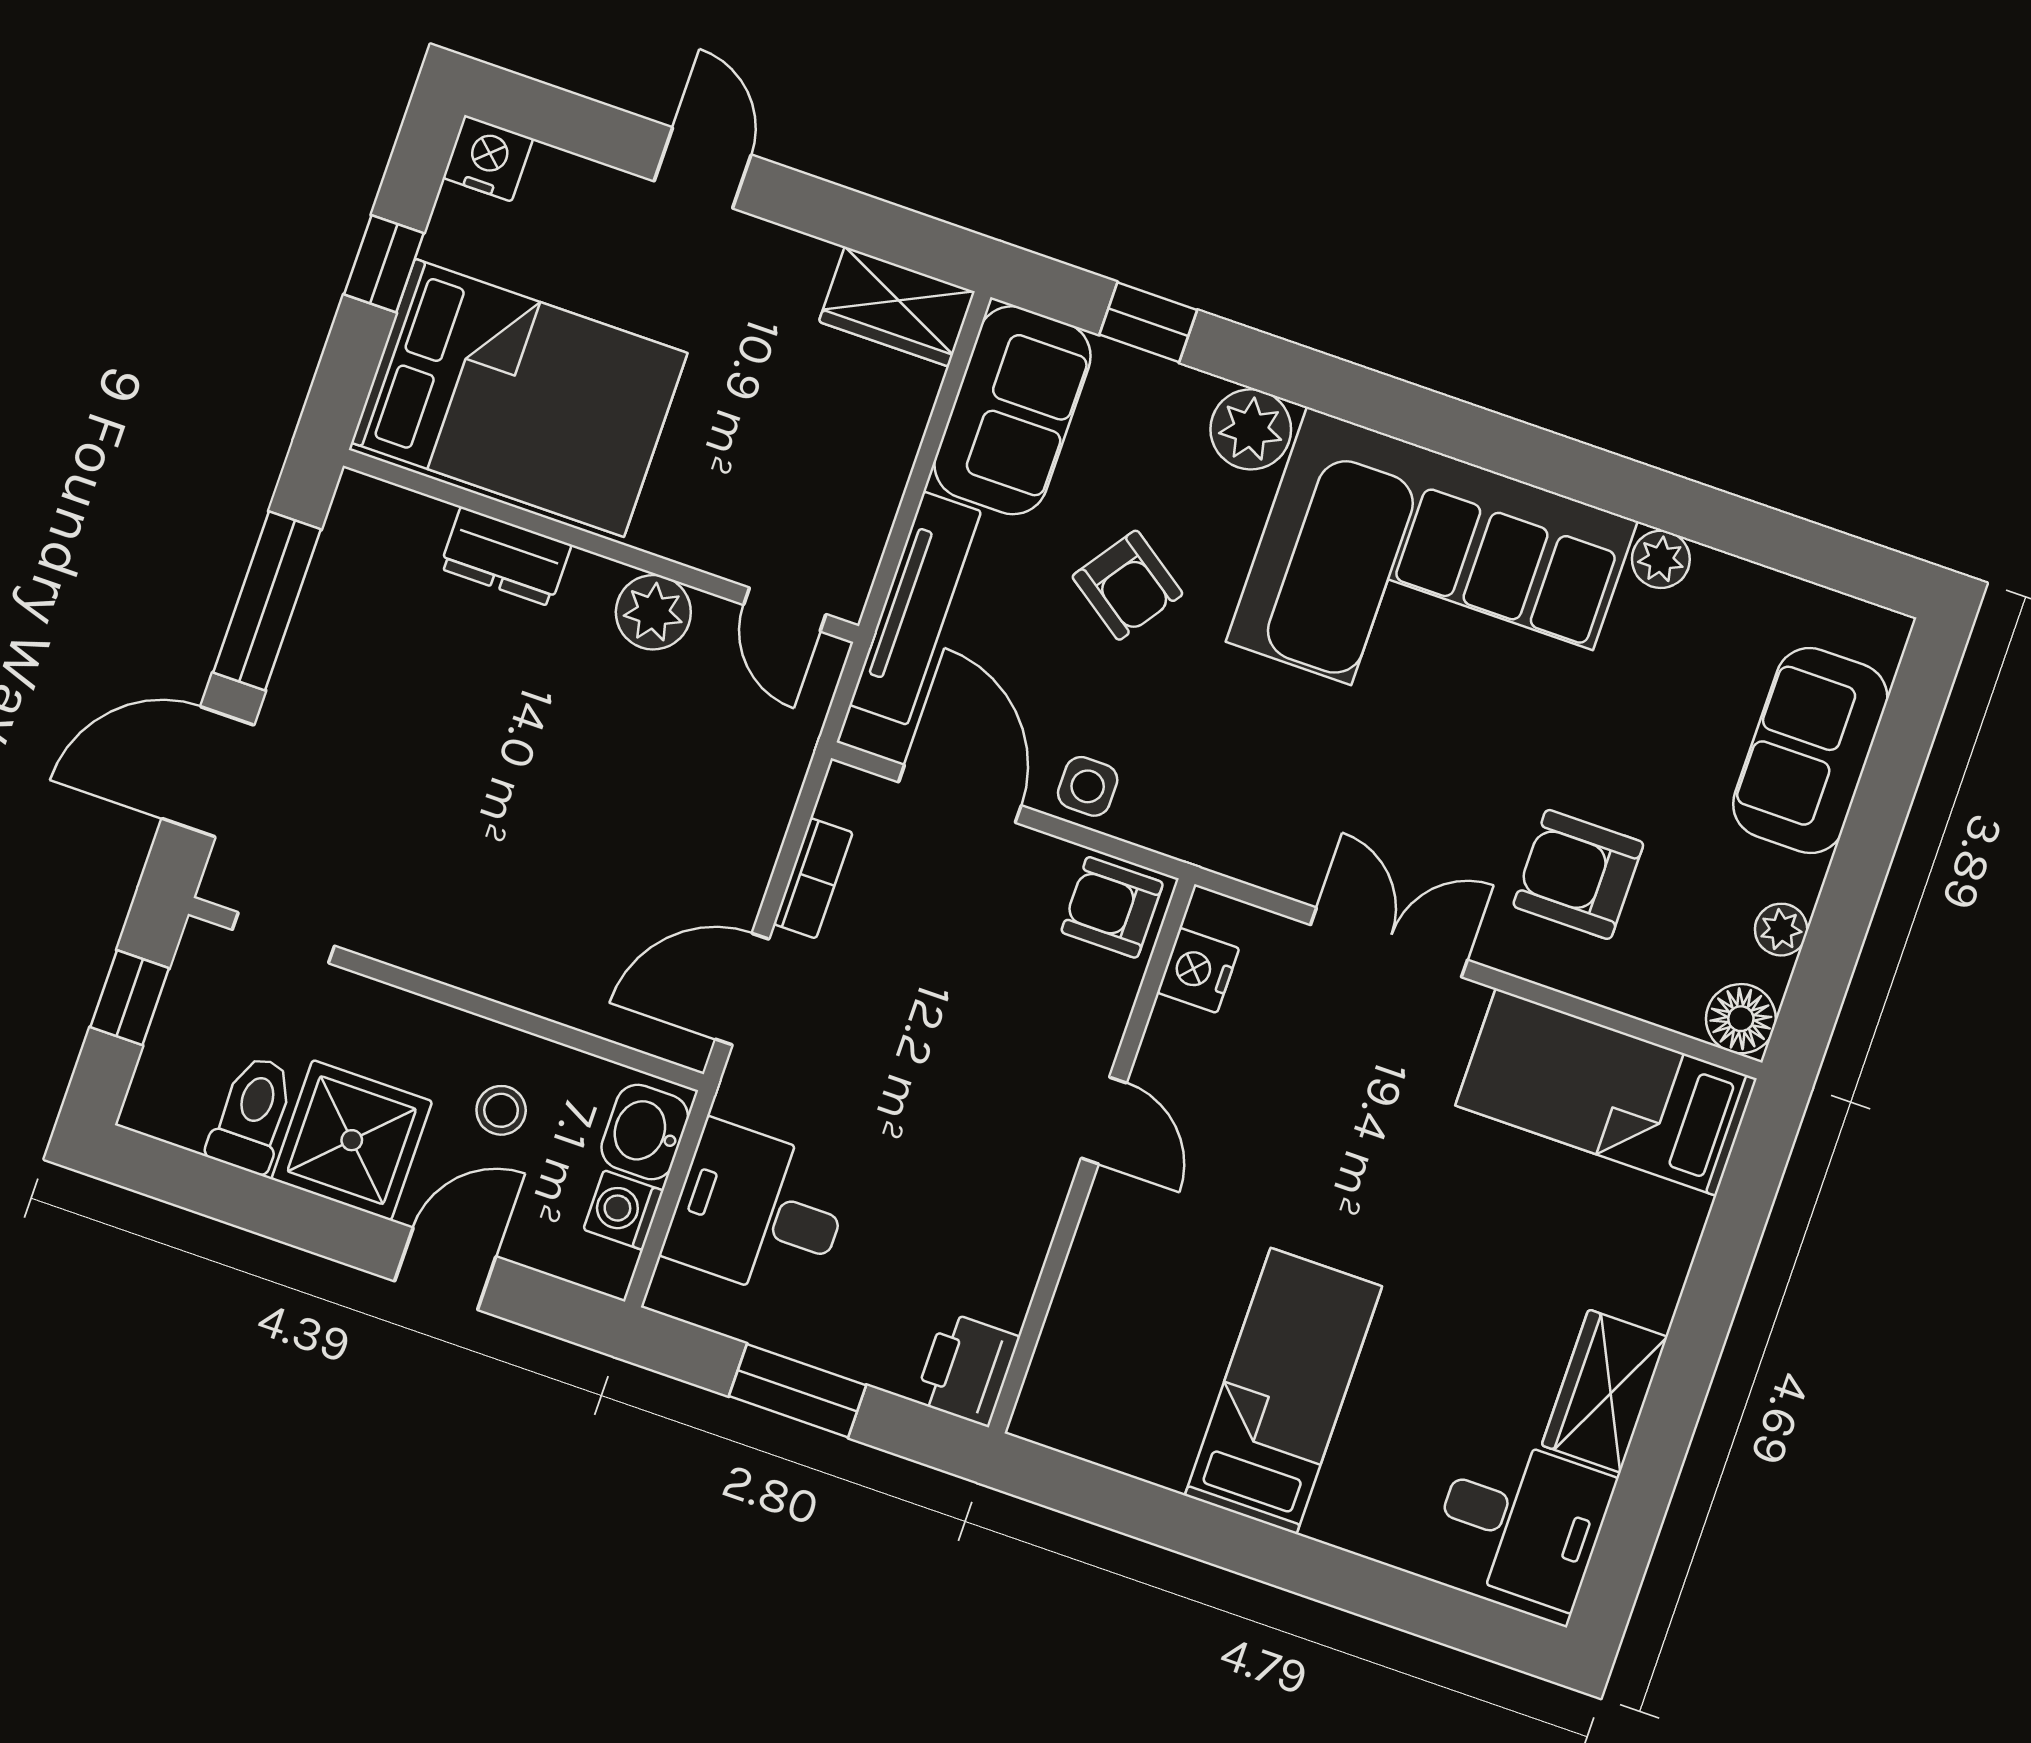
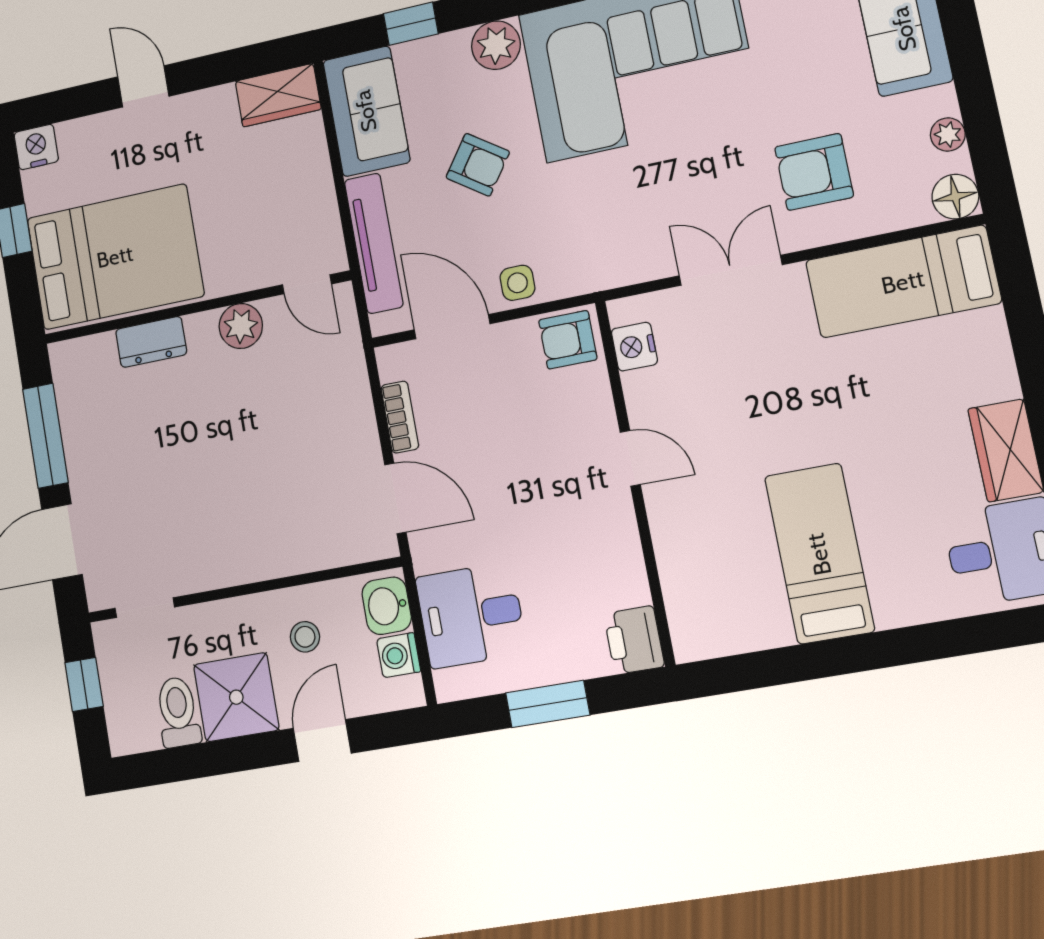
door: (742, 989) -> (395, 498), swing flipped

